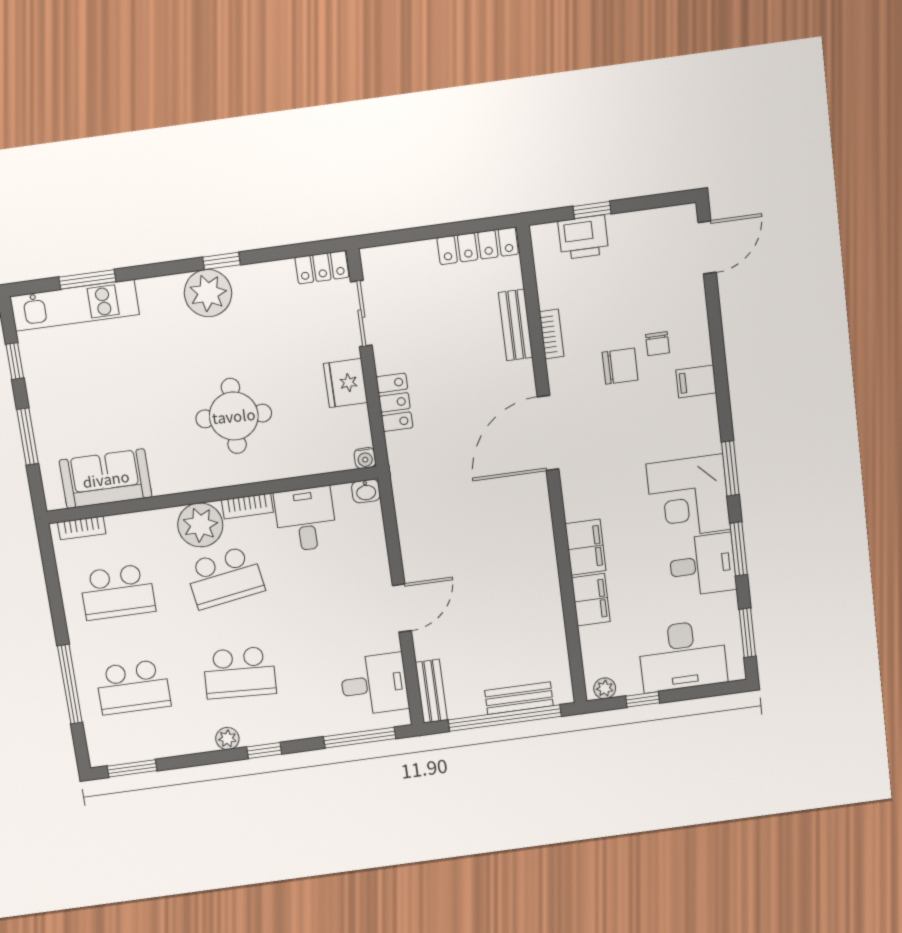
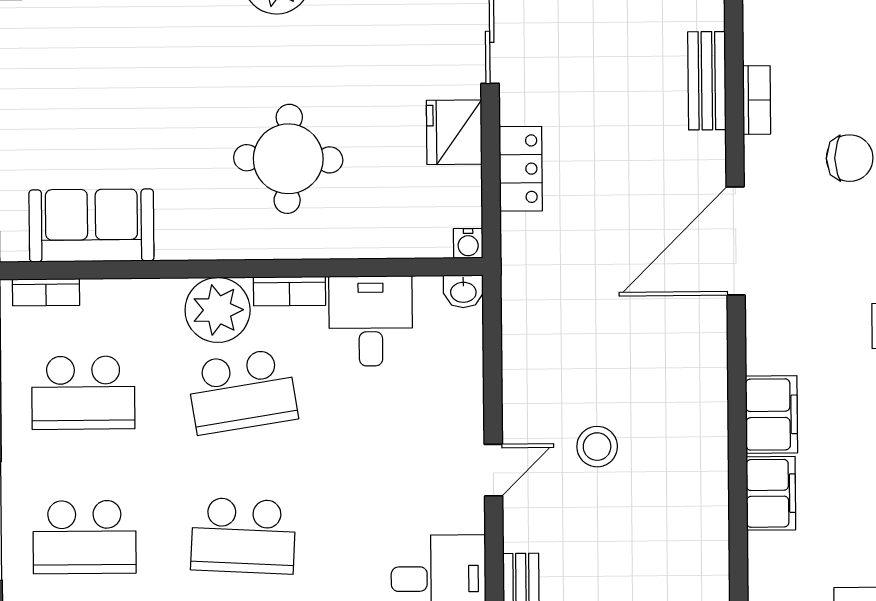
stool: (470, 584) -> (597, 447), added
door: (402, 608) -> (493, 470), width x0.73

